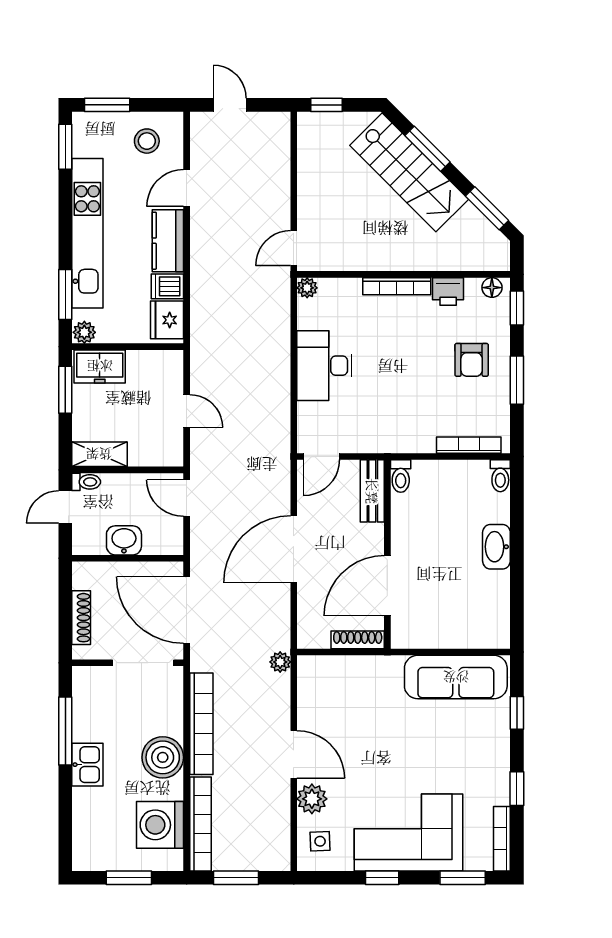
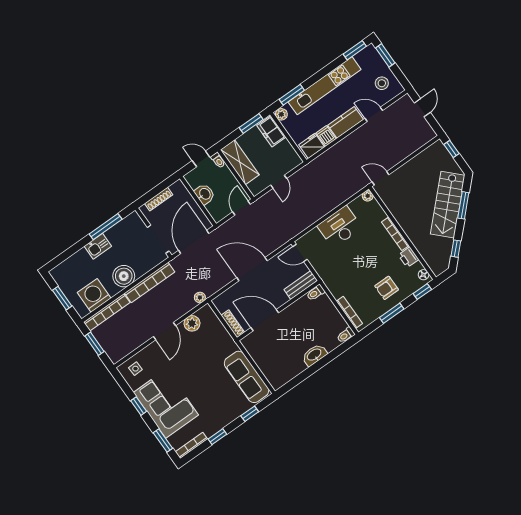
window: (487, 208) -> (456, 249), width x0.67
shelving: (99, 454) -> (240, 162), width x1.50, depth x1.33
plant: (312, 799) -> (192, 323), moved

